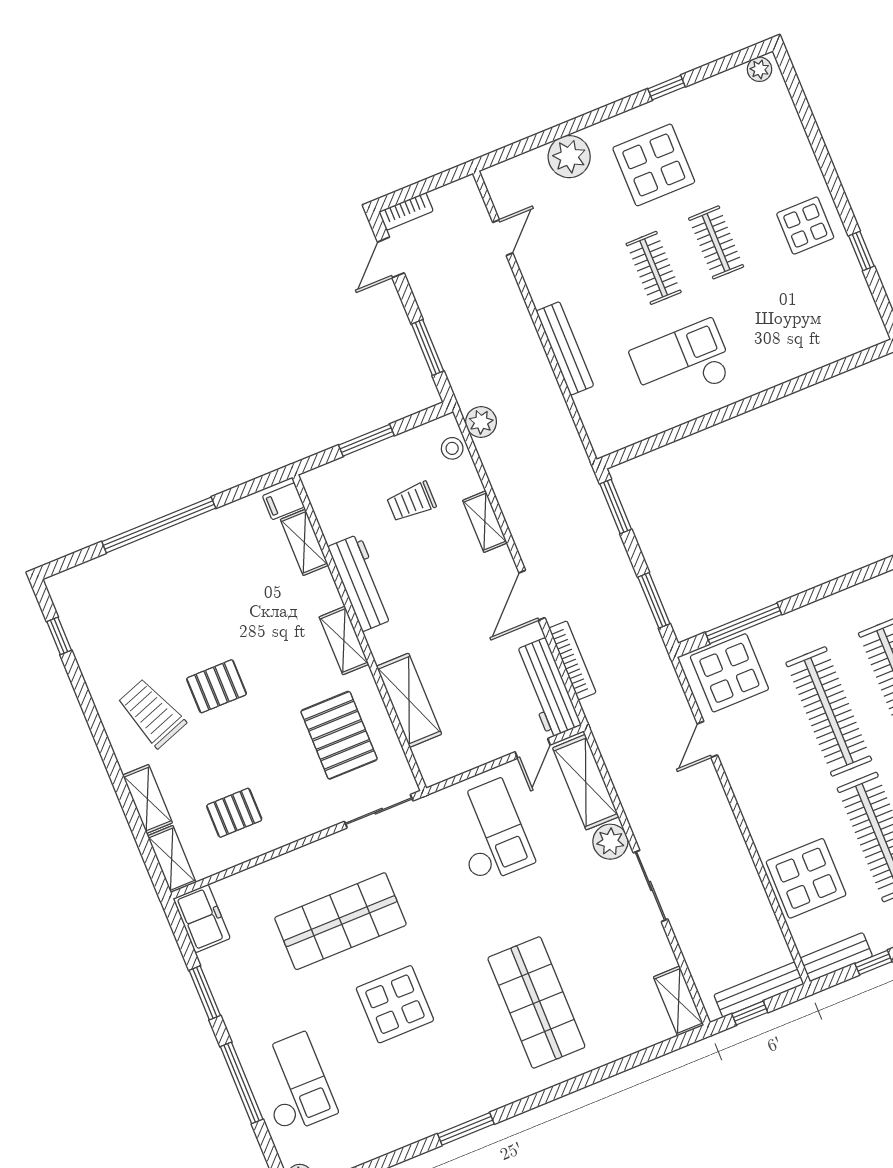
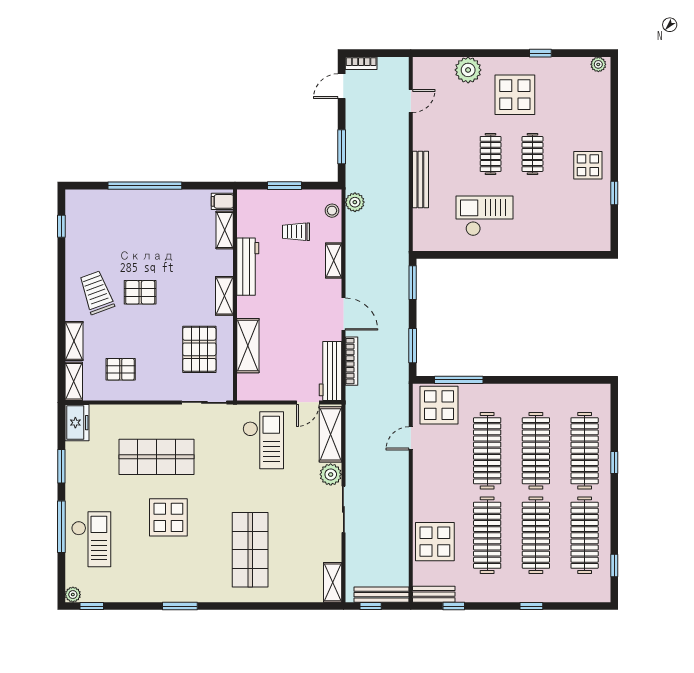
door: (532, 595) -> (343, 314), swing flipped

